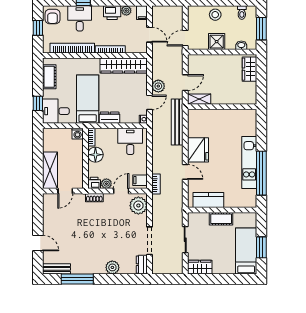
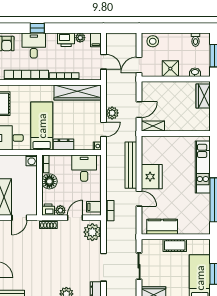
stool: (215, 15) -> (153, 41), moved
bench: (177, 122) -> (131, 165), moved
kitchen unit: (249, 162) -> (203, 167), moved

